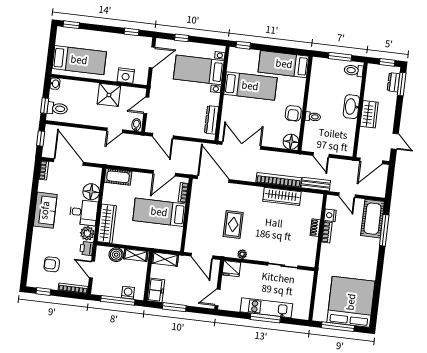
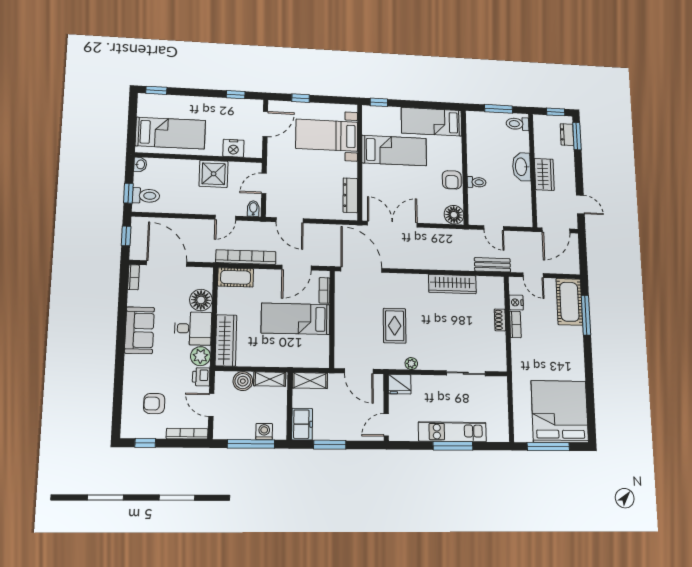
bookcase: (279, 180) -> (246, 257), moved

